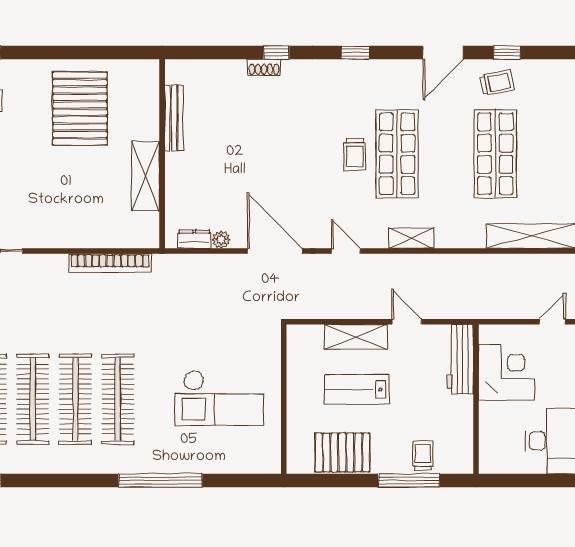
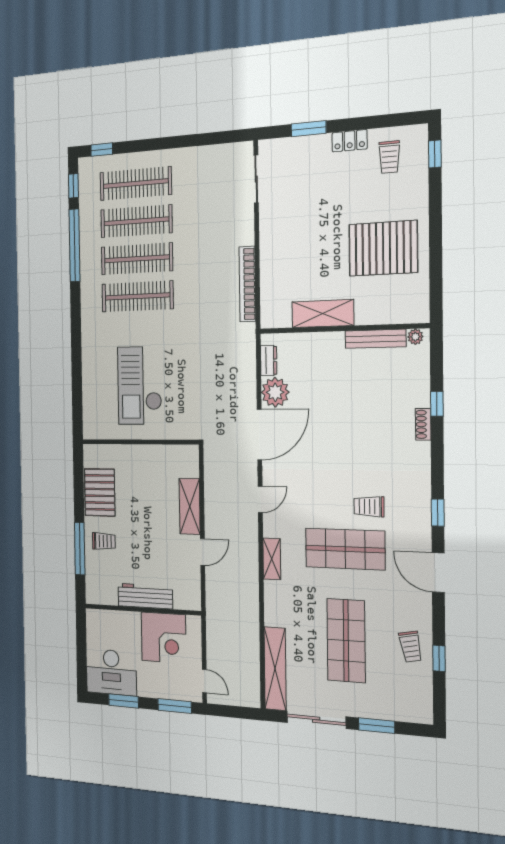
window: (276, 53) -> (437, 404), moved
door: (443, 53) -> (438, 573), moved
plant: (173, 75) -> (415, 337), added
trolley: (355, 154) -> (369, 507), moved
shop shelf: (495, 154) -> (346, 641), turned 90
plant: (221, 240) -> (275, 392), width x1.88, depth x1.88
workbench: (460, 359) -> (145, 596), moved
lab bench: (357, 389) -> (148, 506), removed
trolley: (423, 455) -> (104, 541), moved
window: (160, 480) -> (75, 245), moved

